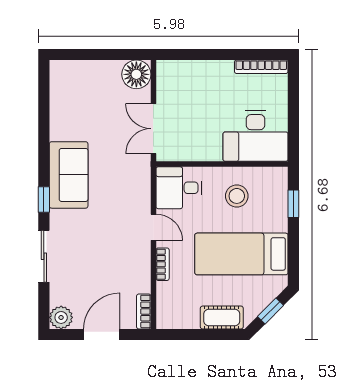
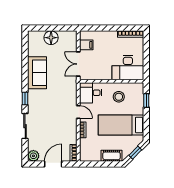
floor lamp: (136, 74) -> (51, 38), moved
filing cabinet: (170, 89) -> (86, 45), added
sofa: (69, 175) -> (37, 73), moved

